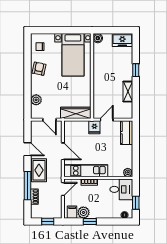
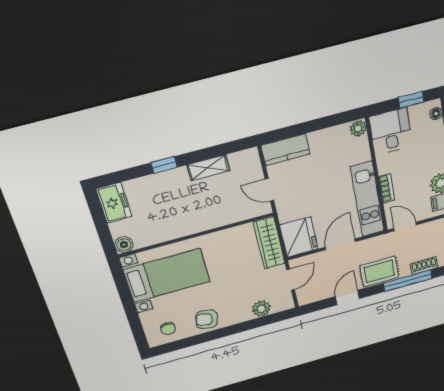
fridge: (94, 127) -> (299, 237), moved, width x1.88, depth x1.34

